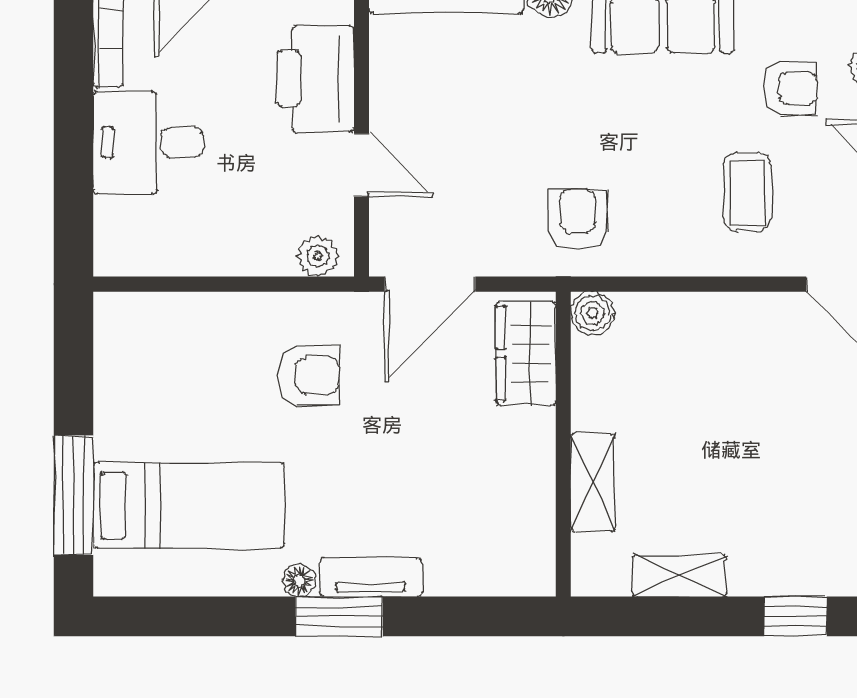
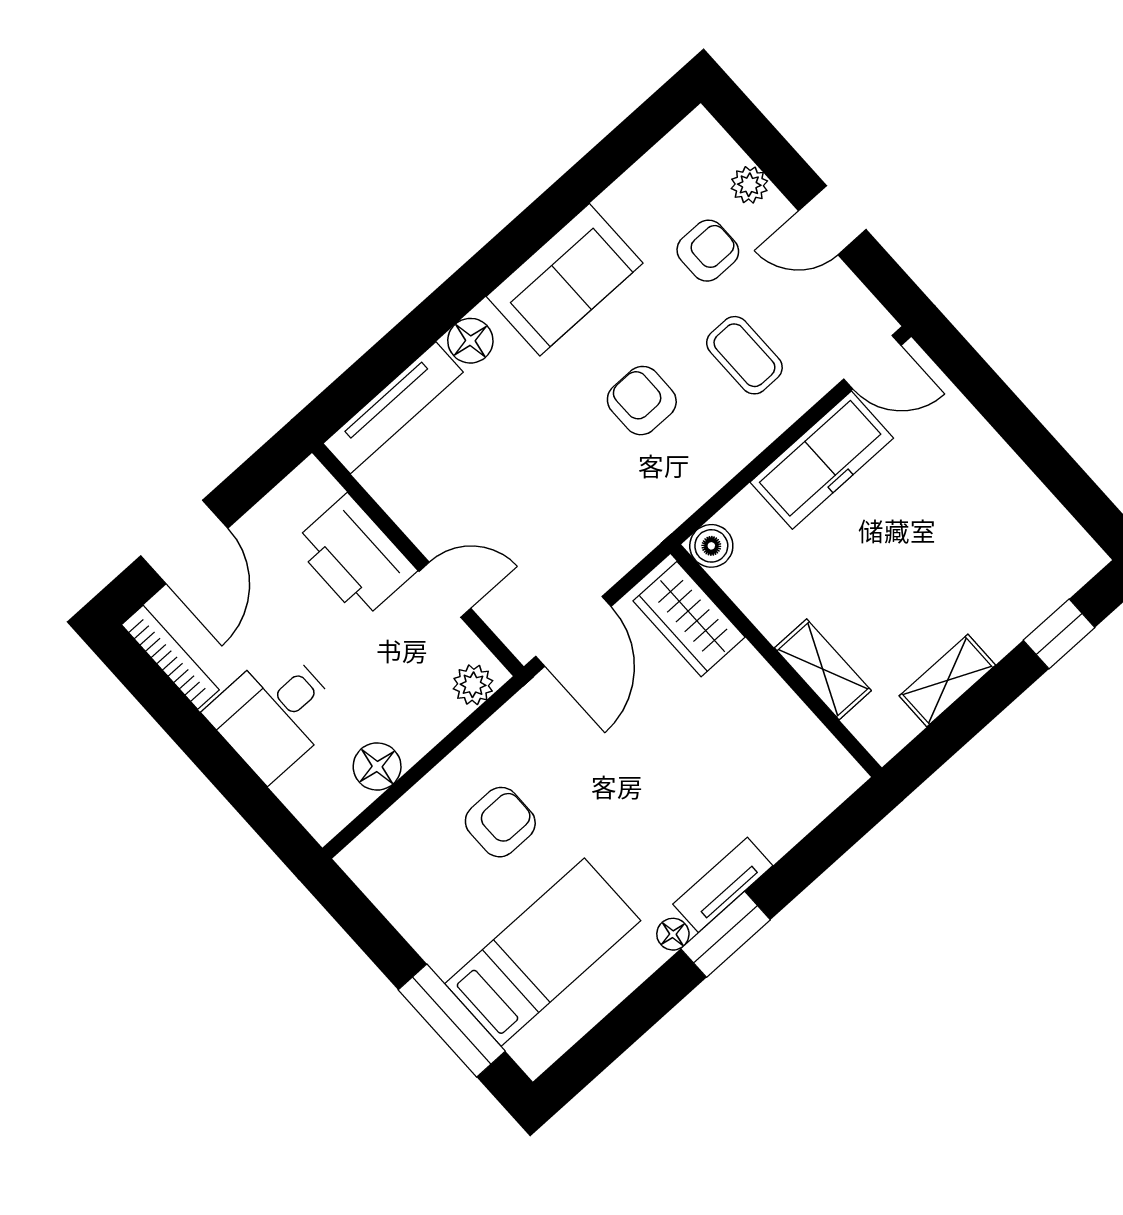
armchair: (578, 220) -> (642, 401), moved
floor lamp: (190, 253) -> (377, 766), added
freezer: (734, 324) -> (822, 460), added
armchair: (309, 375) -> (500, 822), moved

